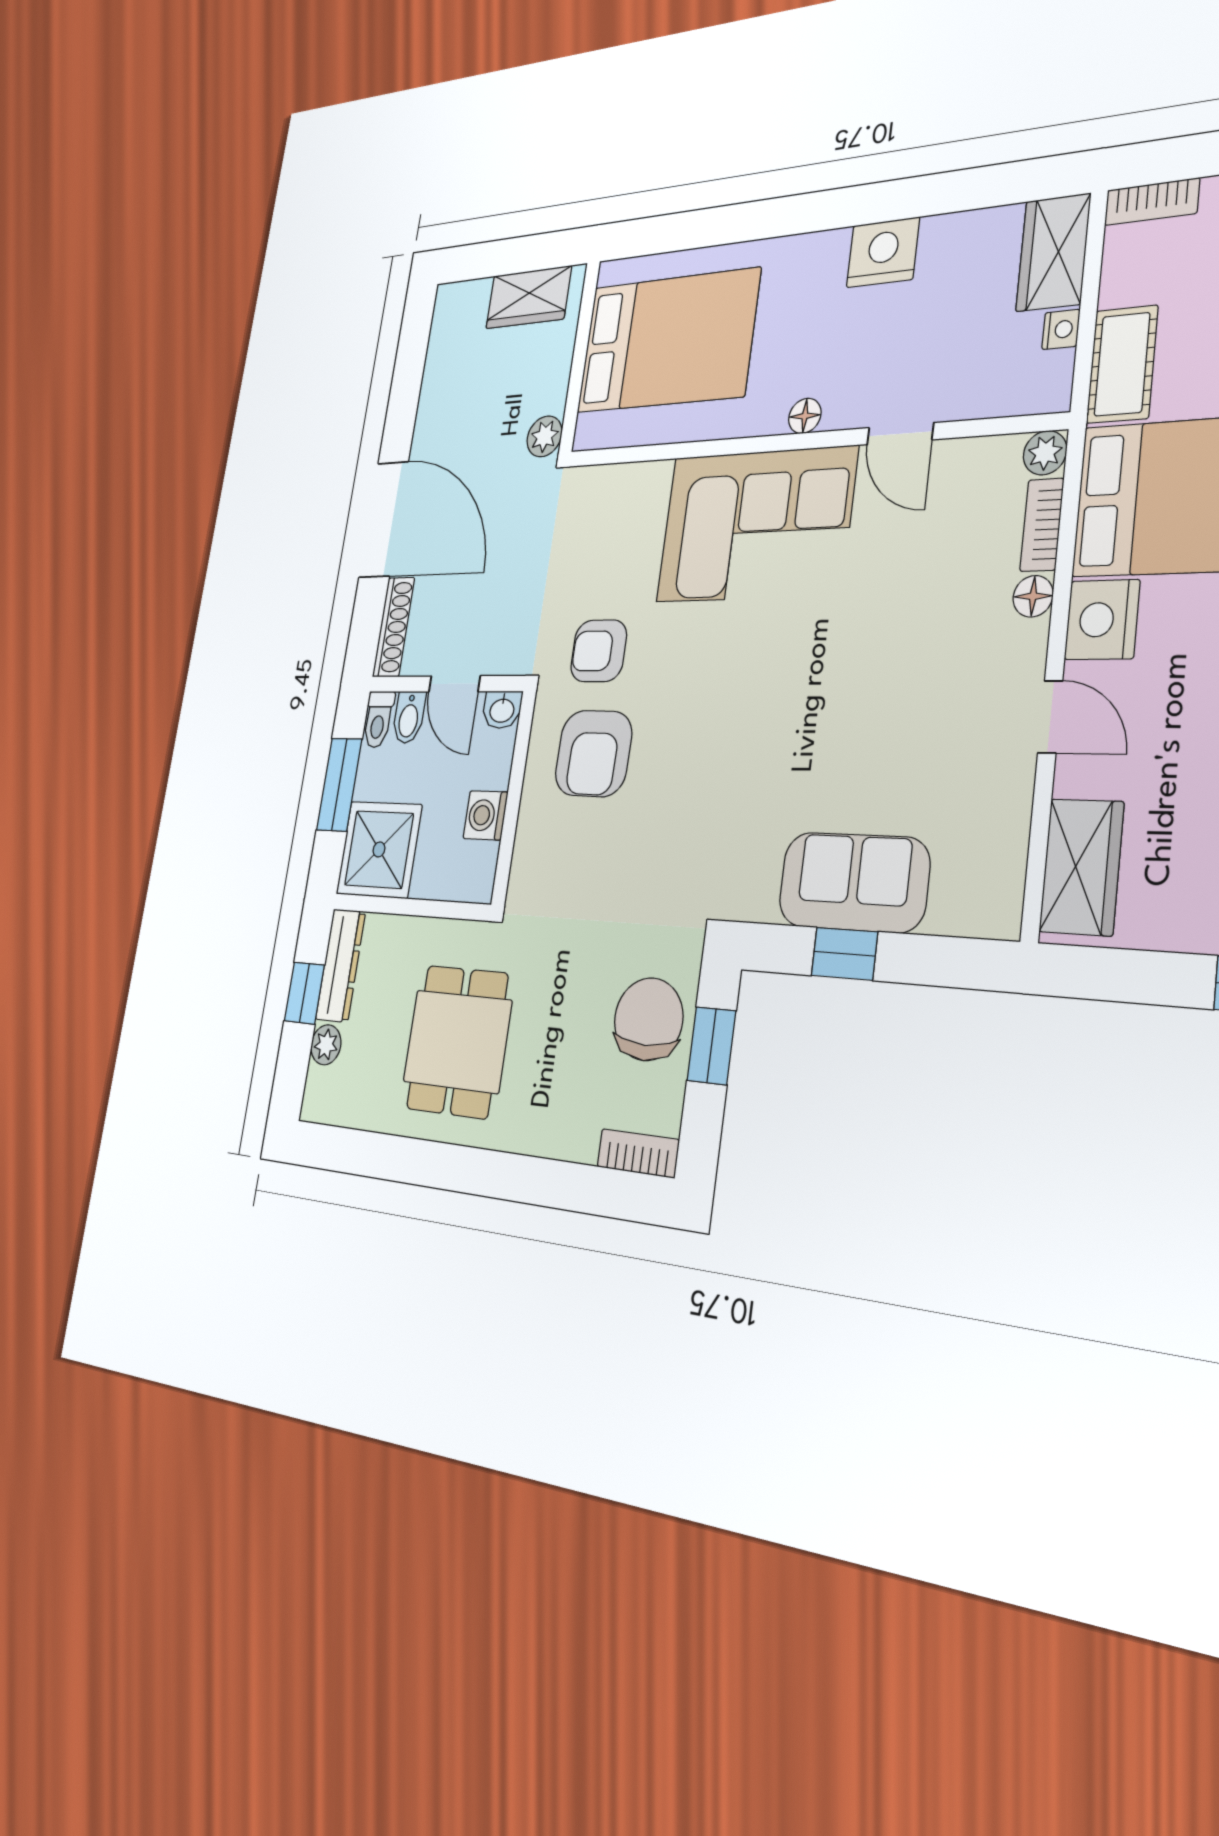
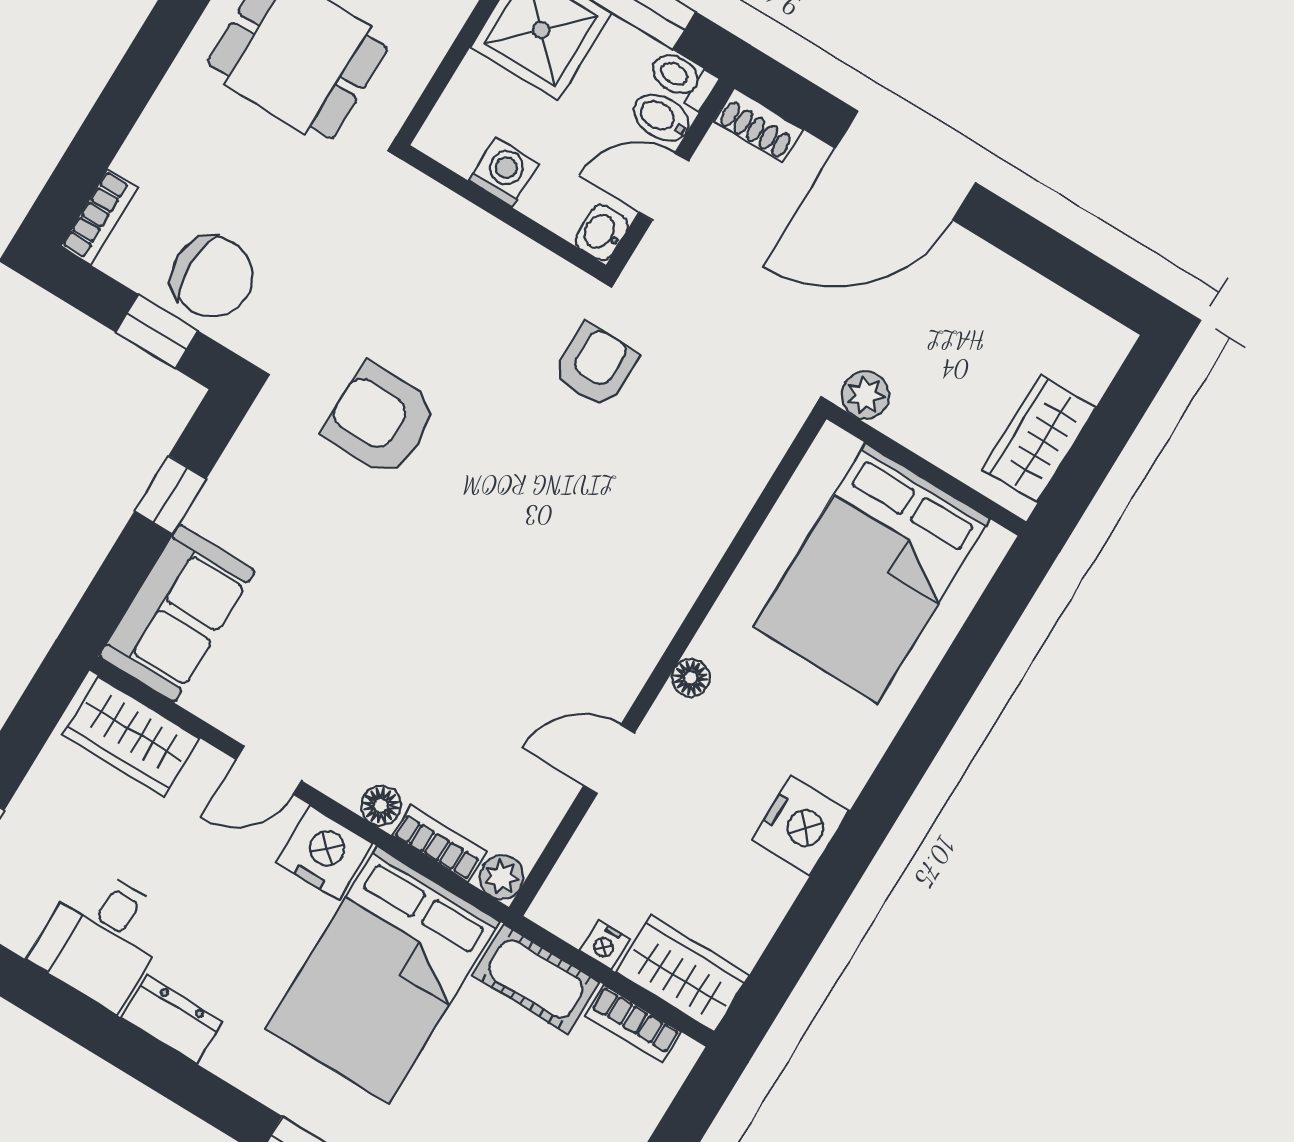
bookcase: (1152, 202) -> (633, 1024), moved, turned -90
corner sofa: (756, 525) -> (615, 582), removed
shoe rack: (394, 627) -> (758, 125), width x0.70
armchair: (593, 753) -> (380, 420), moved
sofa: (854, 882) -> (177, 613), moved

